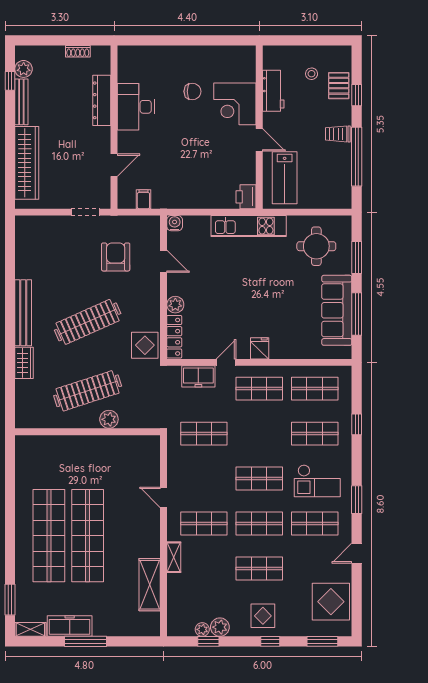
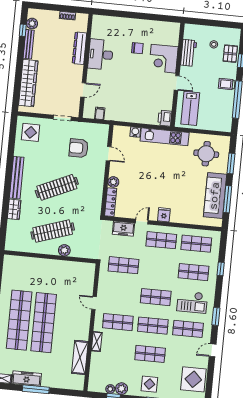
water cooler: (175, 223) -> (135, 132), moved
armchair: (116, 257) -> (79, 148), turned -90
display table: (145, 345) -> (31, 132), moved

